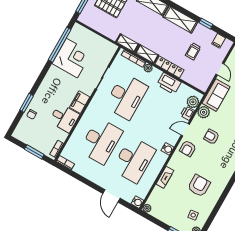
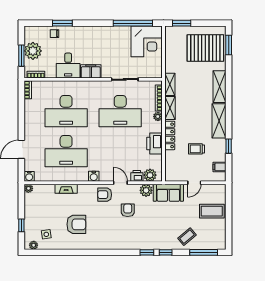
corner desk: (72, 58) -> (147, 41), moved
plant: (36, 140) -> (33, 51), added

